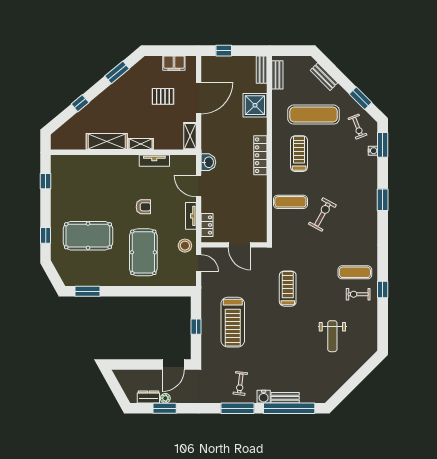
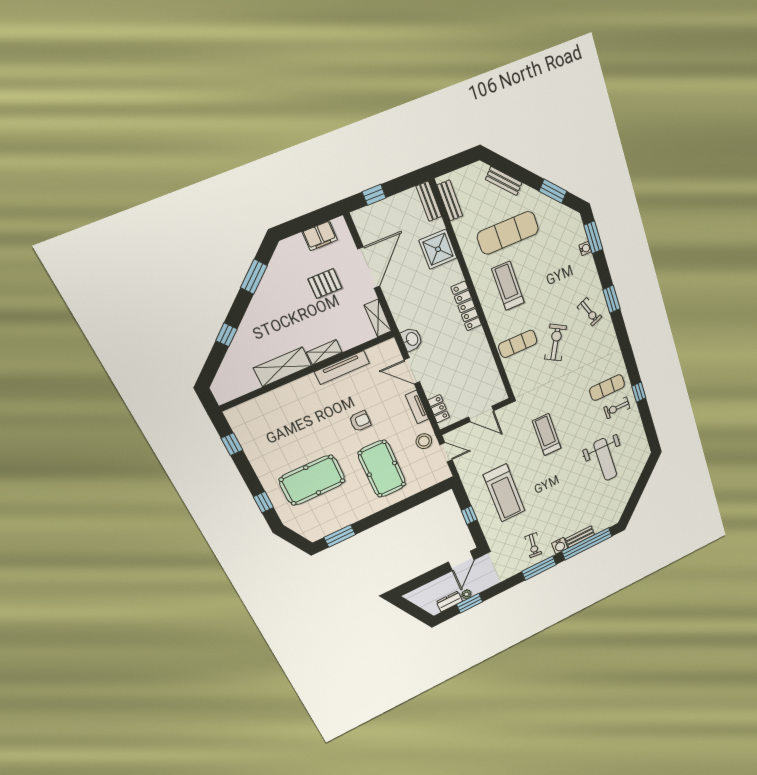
exercise bike: (357, 127) -> (590, 312), moved
tv unit: (154, 161) -> (342, 367), width x1.41
weight bench: (332, 336) -> (605, 459), width x1.36, depth x1.33

